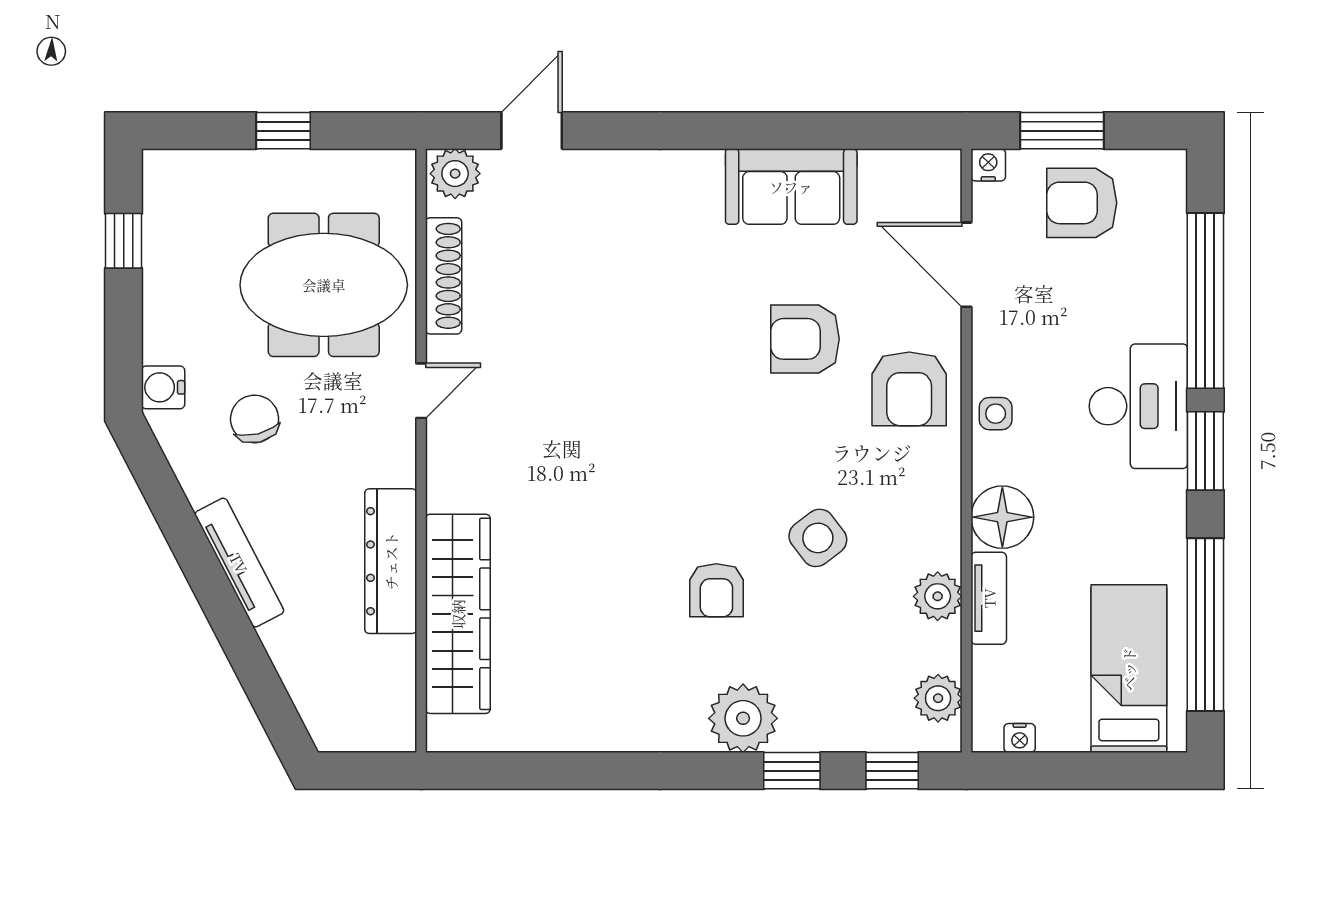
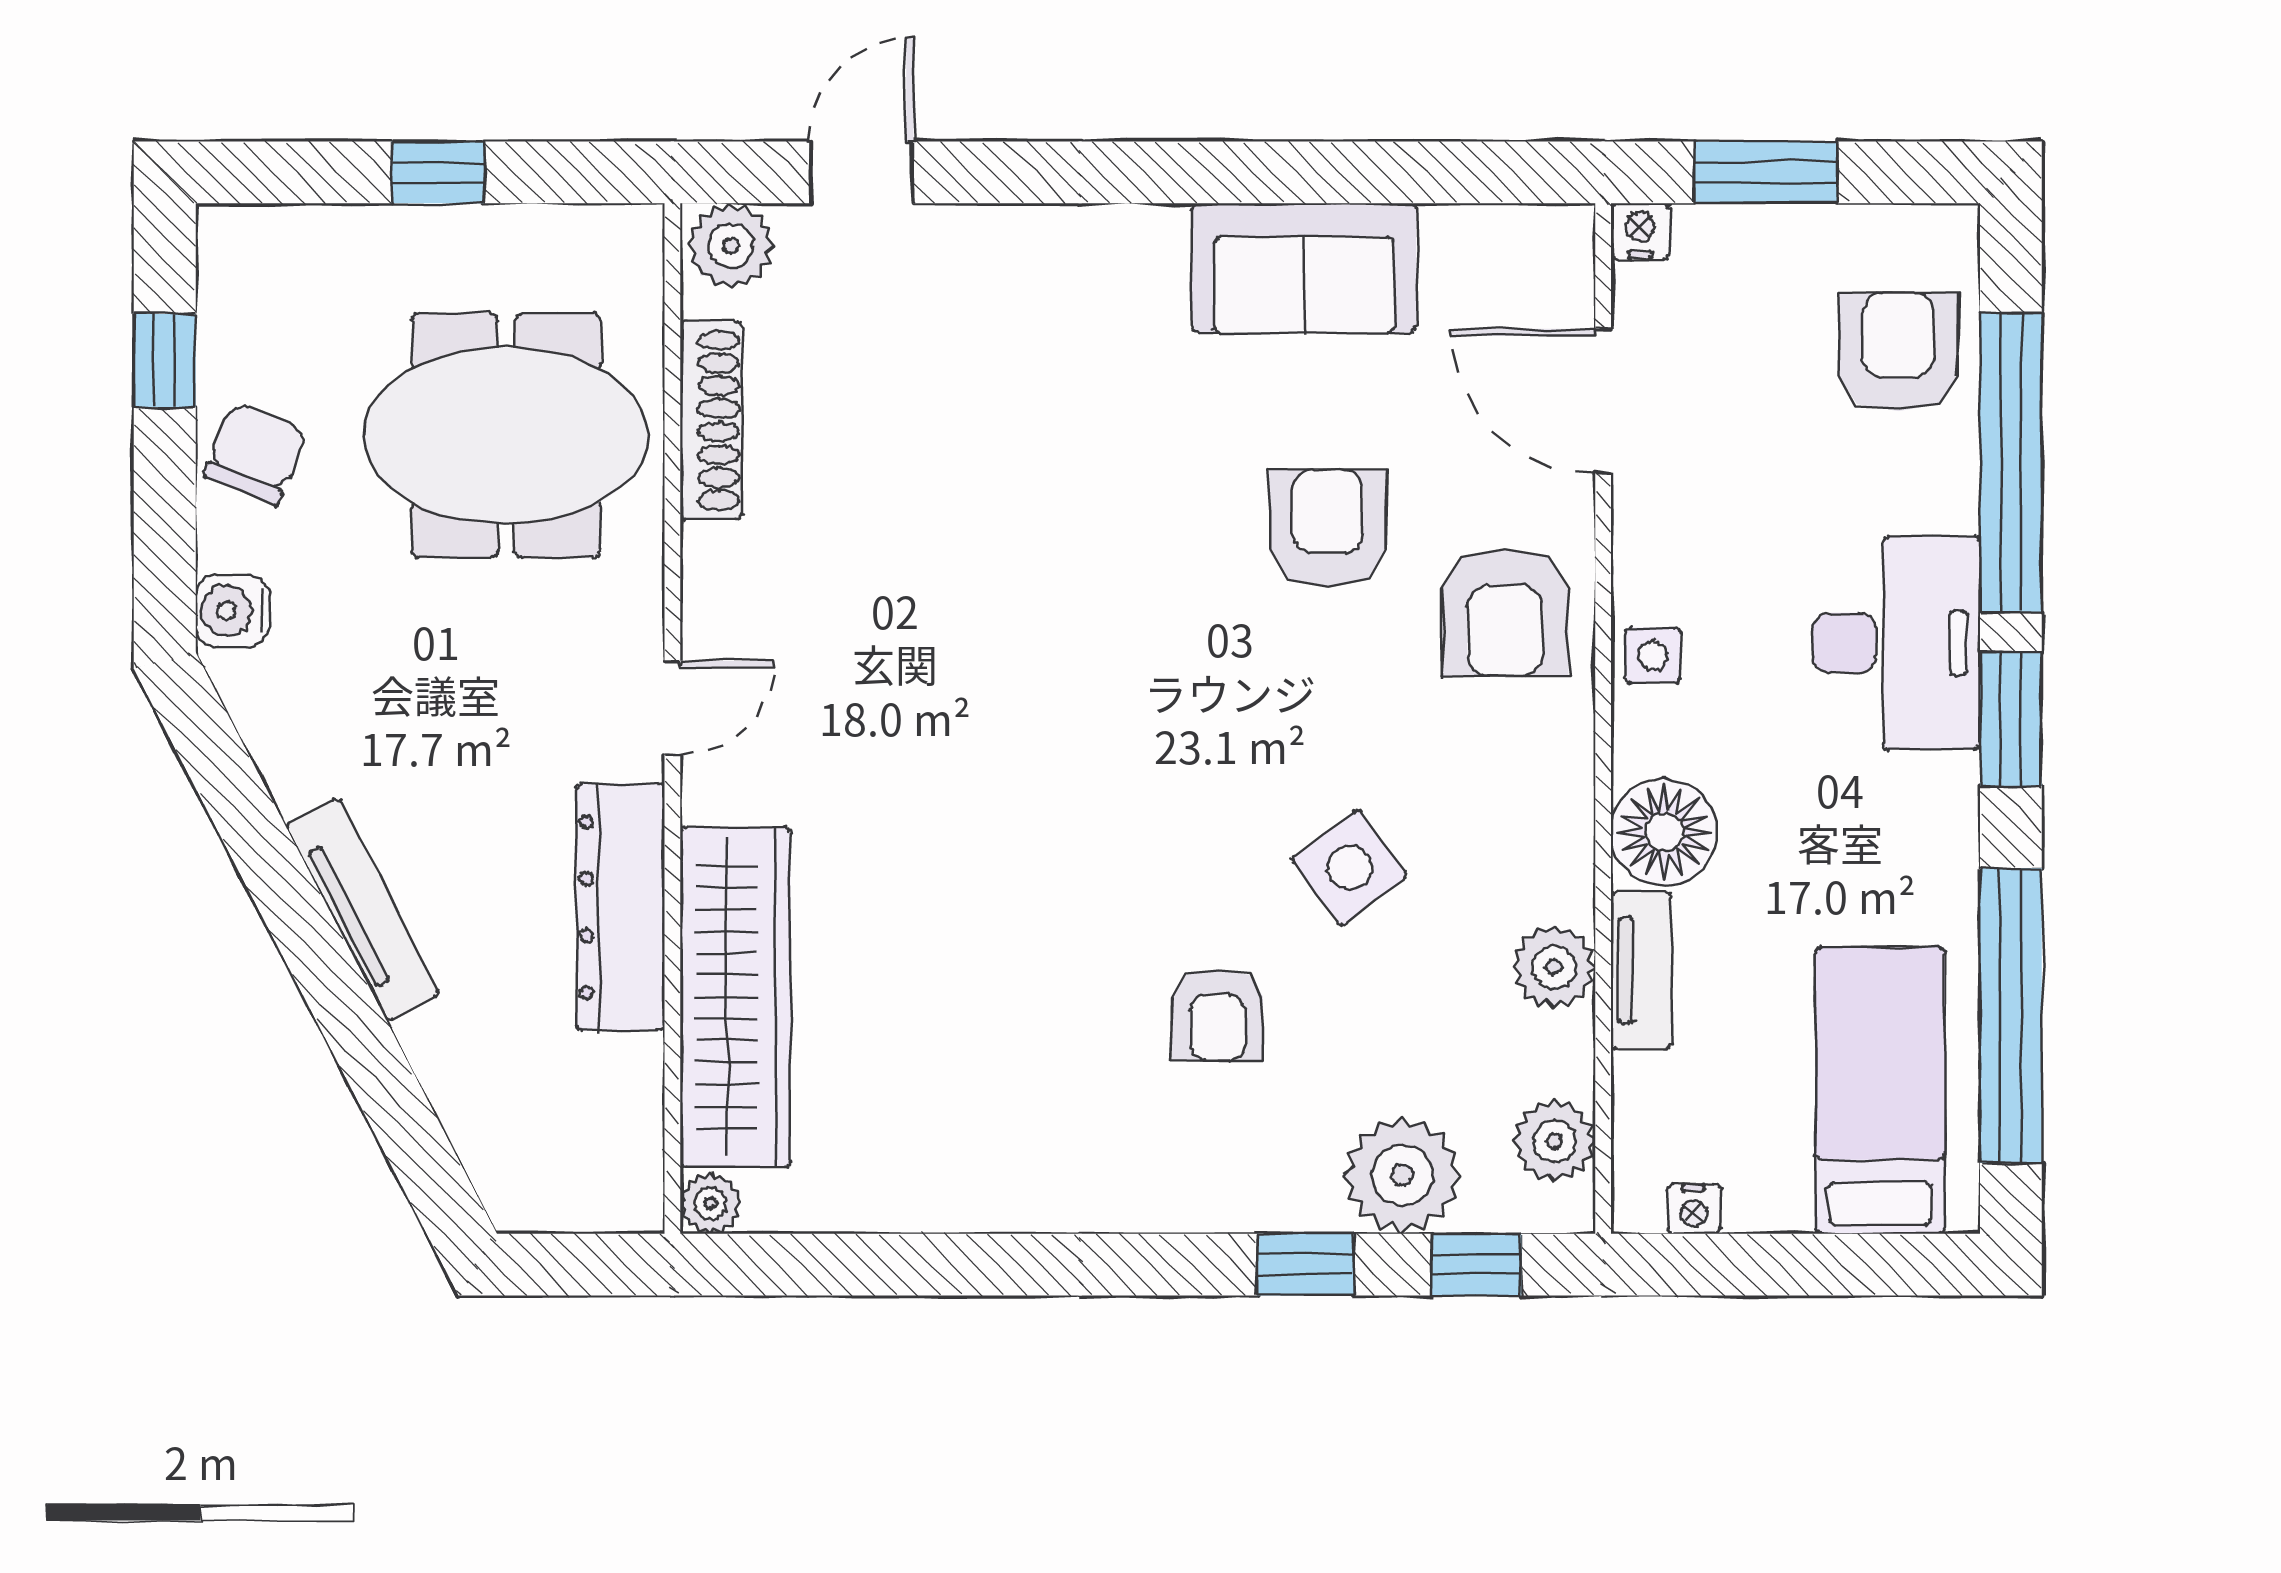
armchair: (1082, 203) -> (1898, 352), moved, turned 90
armchair: (805, 339) -> (1328, 528), turned 90
door: (421, 391) -> (672, 708), moved
chair: (255, 419) -> (255, 453), moved, turned 36
armchair: (716, 590) -> (1217, 1015), moved
plant: (743, 718) -> (1402, 1175), moved
plant: (443, 735) -> (710, 1204), added

